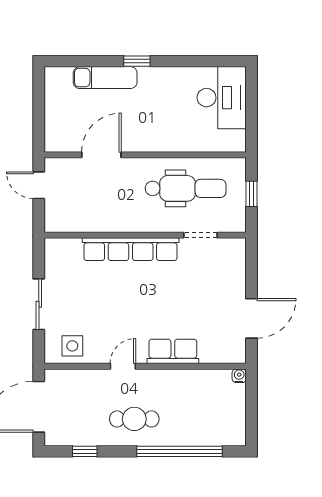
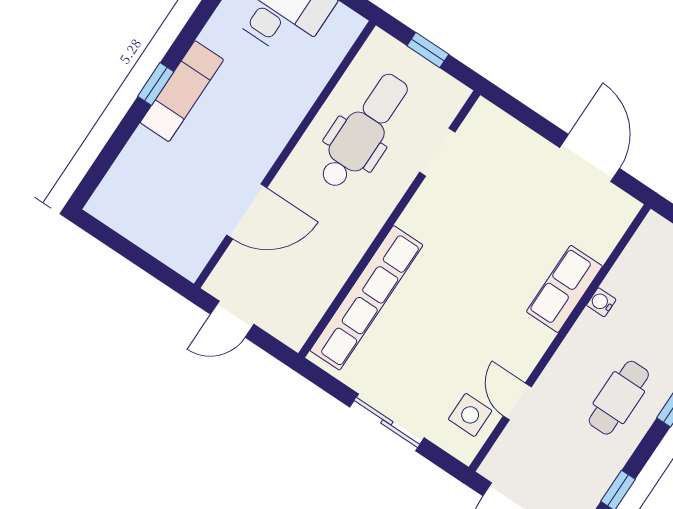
exam couch: (105, 78) -> (182, 91), moved
door: (101, 155) -> (247, 211), swing flipped
row of seats: (131, 249) -> (366, 298), moved
door: (123, 366) -> (517, 402), moved
water cooler: (239, 376) -> (601, 302), moved

